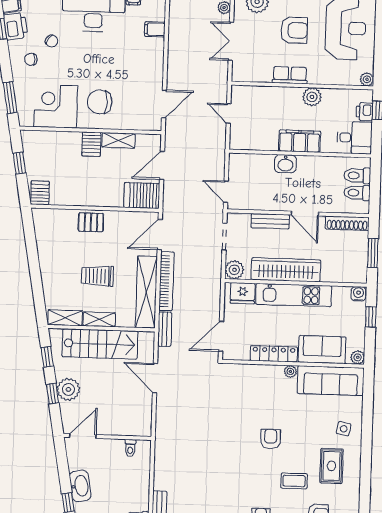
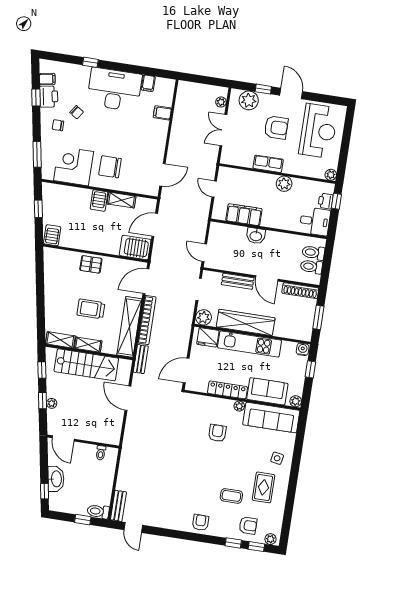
filing cabinet: (300, 141) -> (244, 215), moved
plant: (68, 389) -> (52, 403), width x0.53, depth x0.53
door: (83, 436) -> (63, 438), swing flipped
armchair: (271, 439) -> (217, 433), moved

